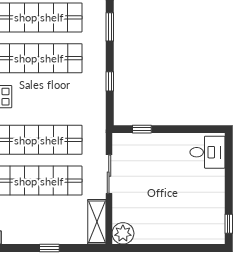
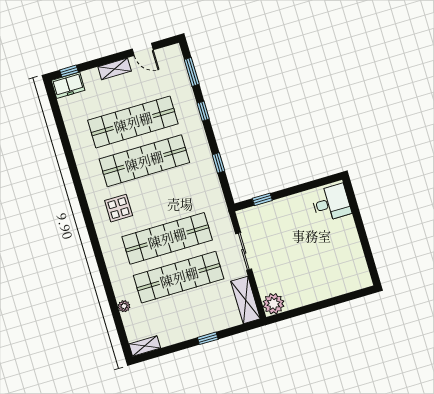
window: (110, 27) -> (203, 111), width x0.67
window: (229, 224) -> (371, 265), removed

